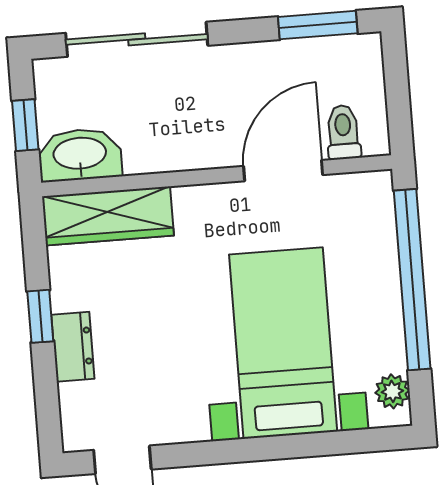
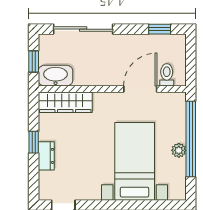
window: (318, 25) -> (160, 29), width x0.67
plant: (392, 391) -> (179, 150), moved

